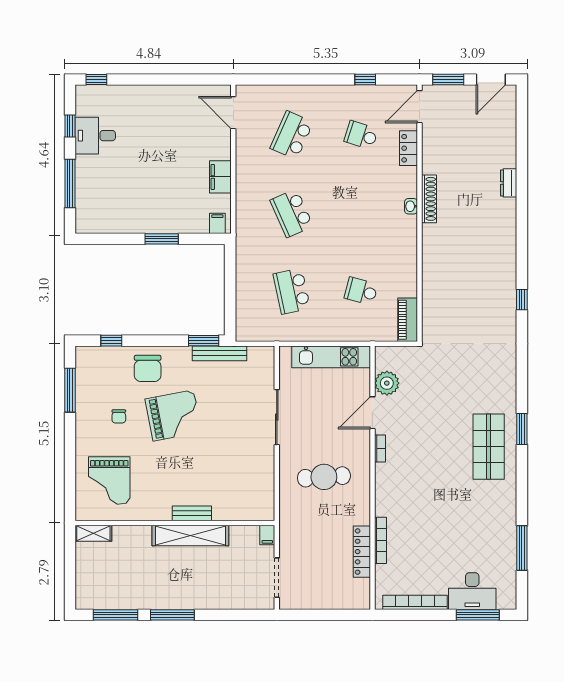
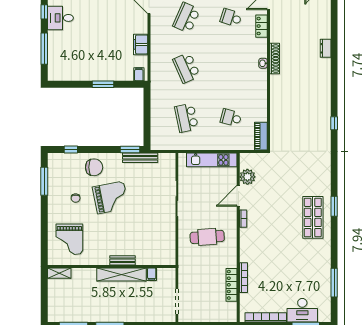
chair: (148, 368) -> (94, 167), turned -90
filing cabinet: (267, 535) -> (152, 274), moved

